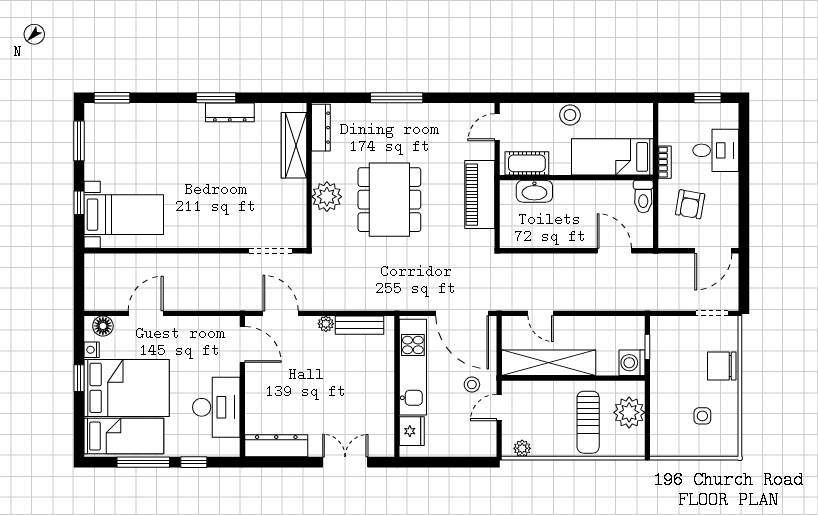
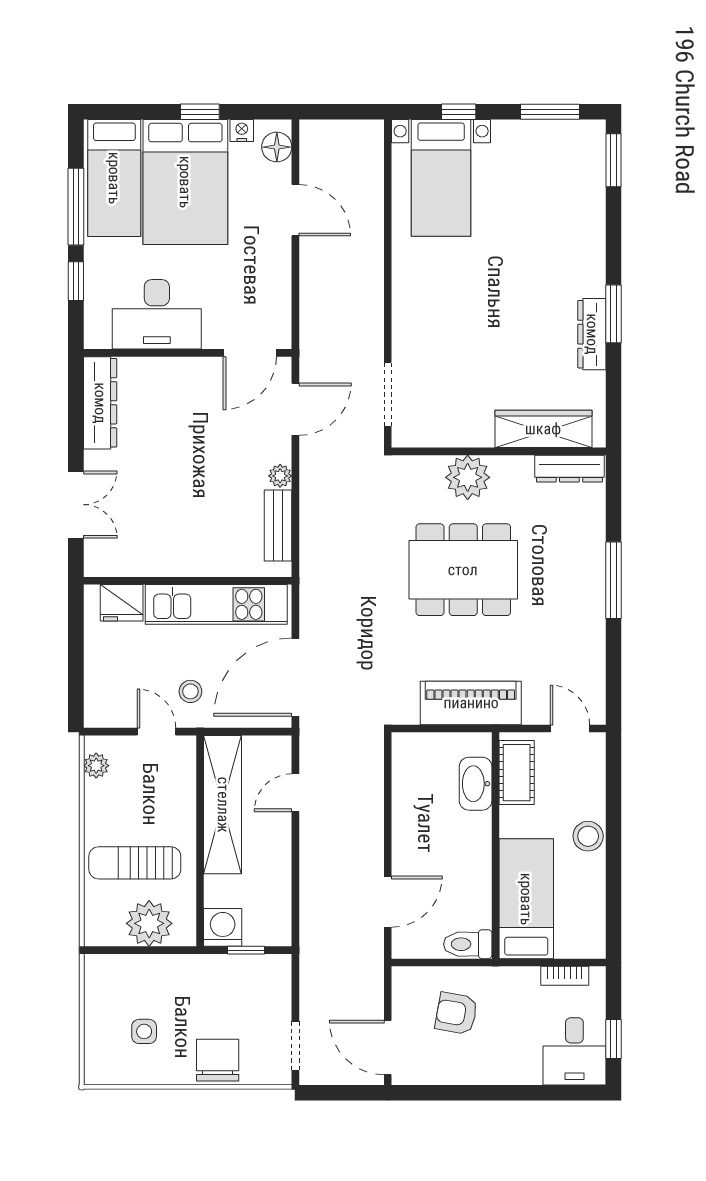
desk: (716, 150) -> (574, 1051), moved
bookcase: (665, 162) -> (565, 976), moved

